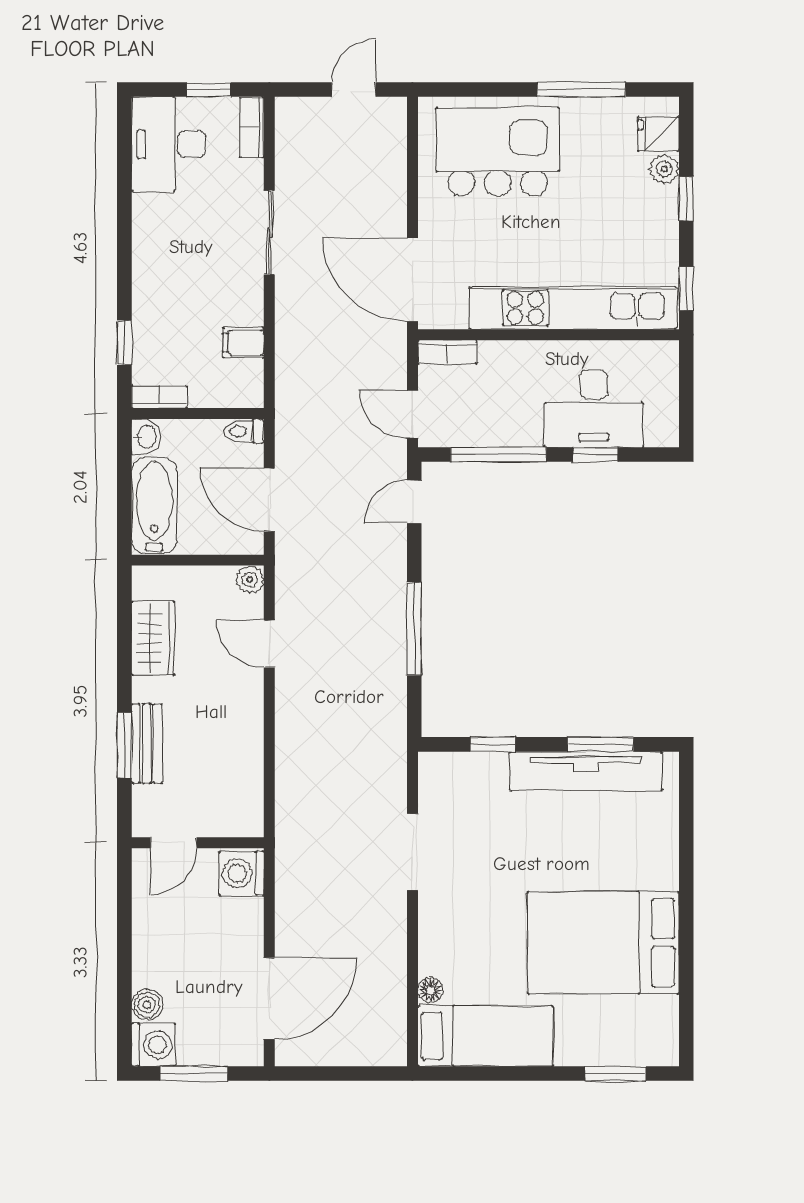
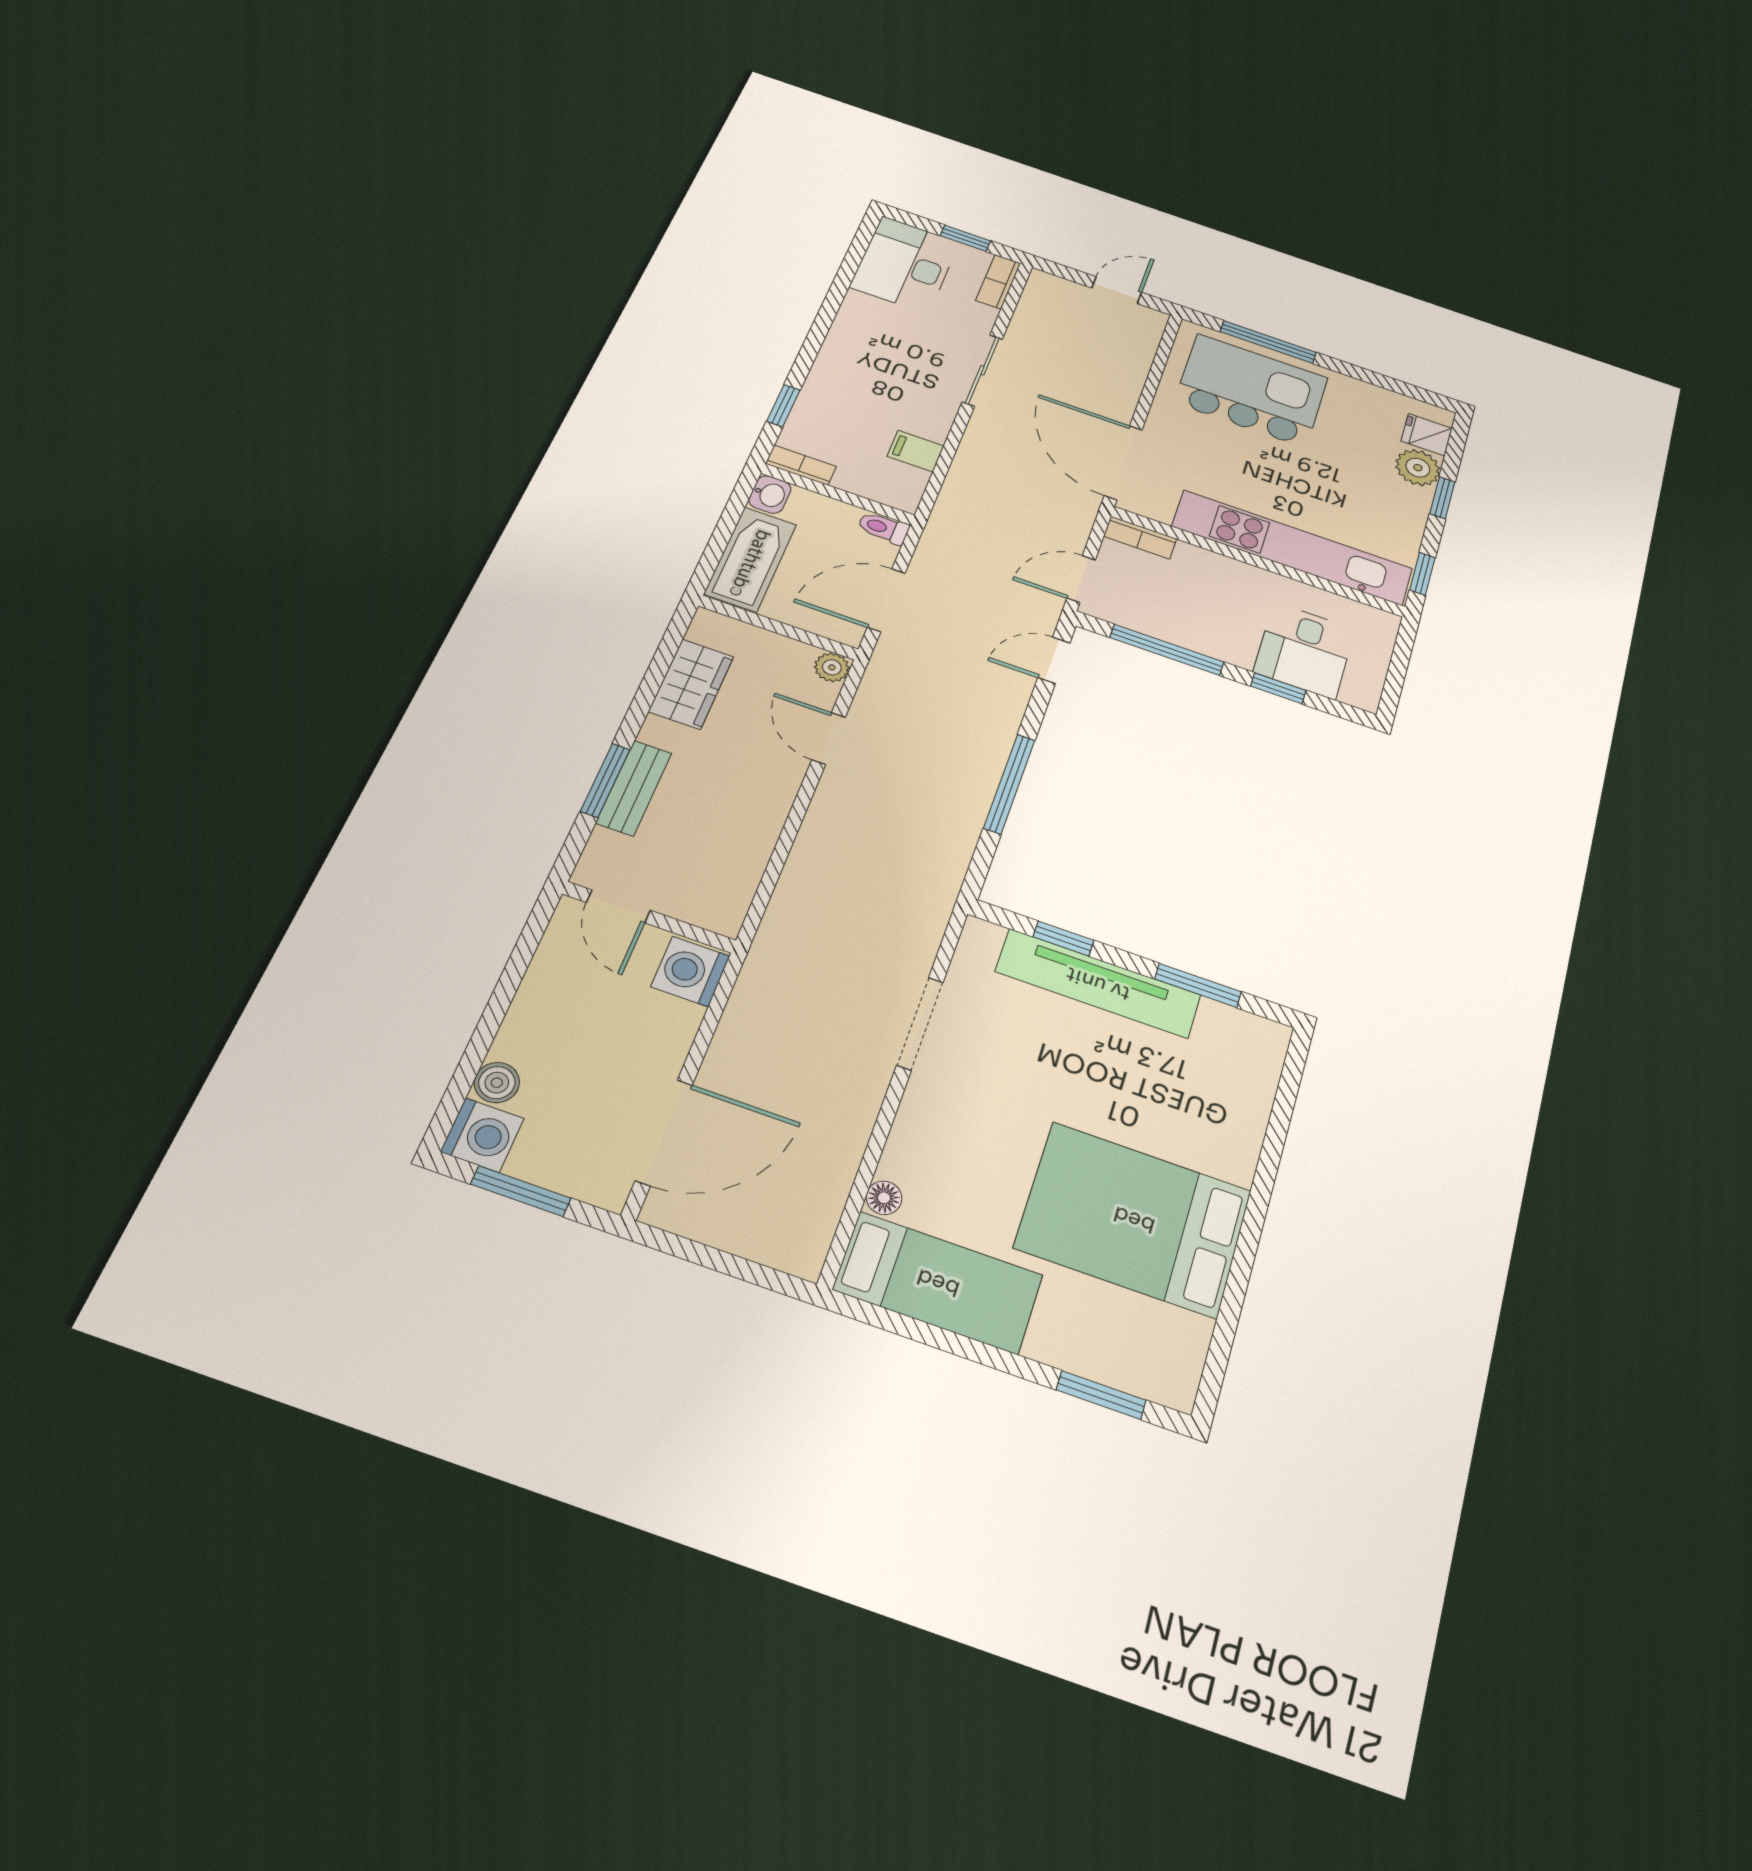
window: (581, 90) -> (1268, 342), moved
plant: (664, 169) -> (1418, 468), width x1.38, depth x1.38
desk: (594, 409) -> (1304, 650), width x0.73
door: (412, 414) -> (1081, 579), hinge flipped
door: (269, 500) -> (886, 600), hinge flipped
tv unit: (586, 771) -> (1098, 983), moved
door: (174, 843) -> (618, 906), hinge flipped

